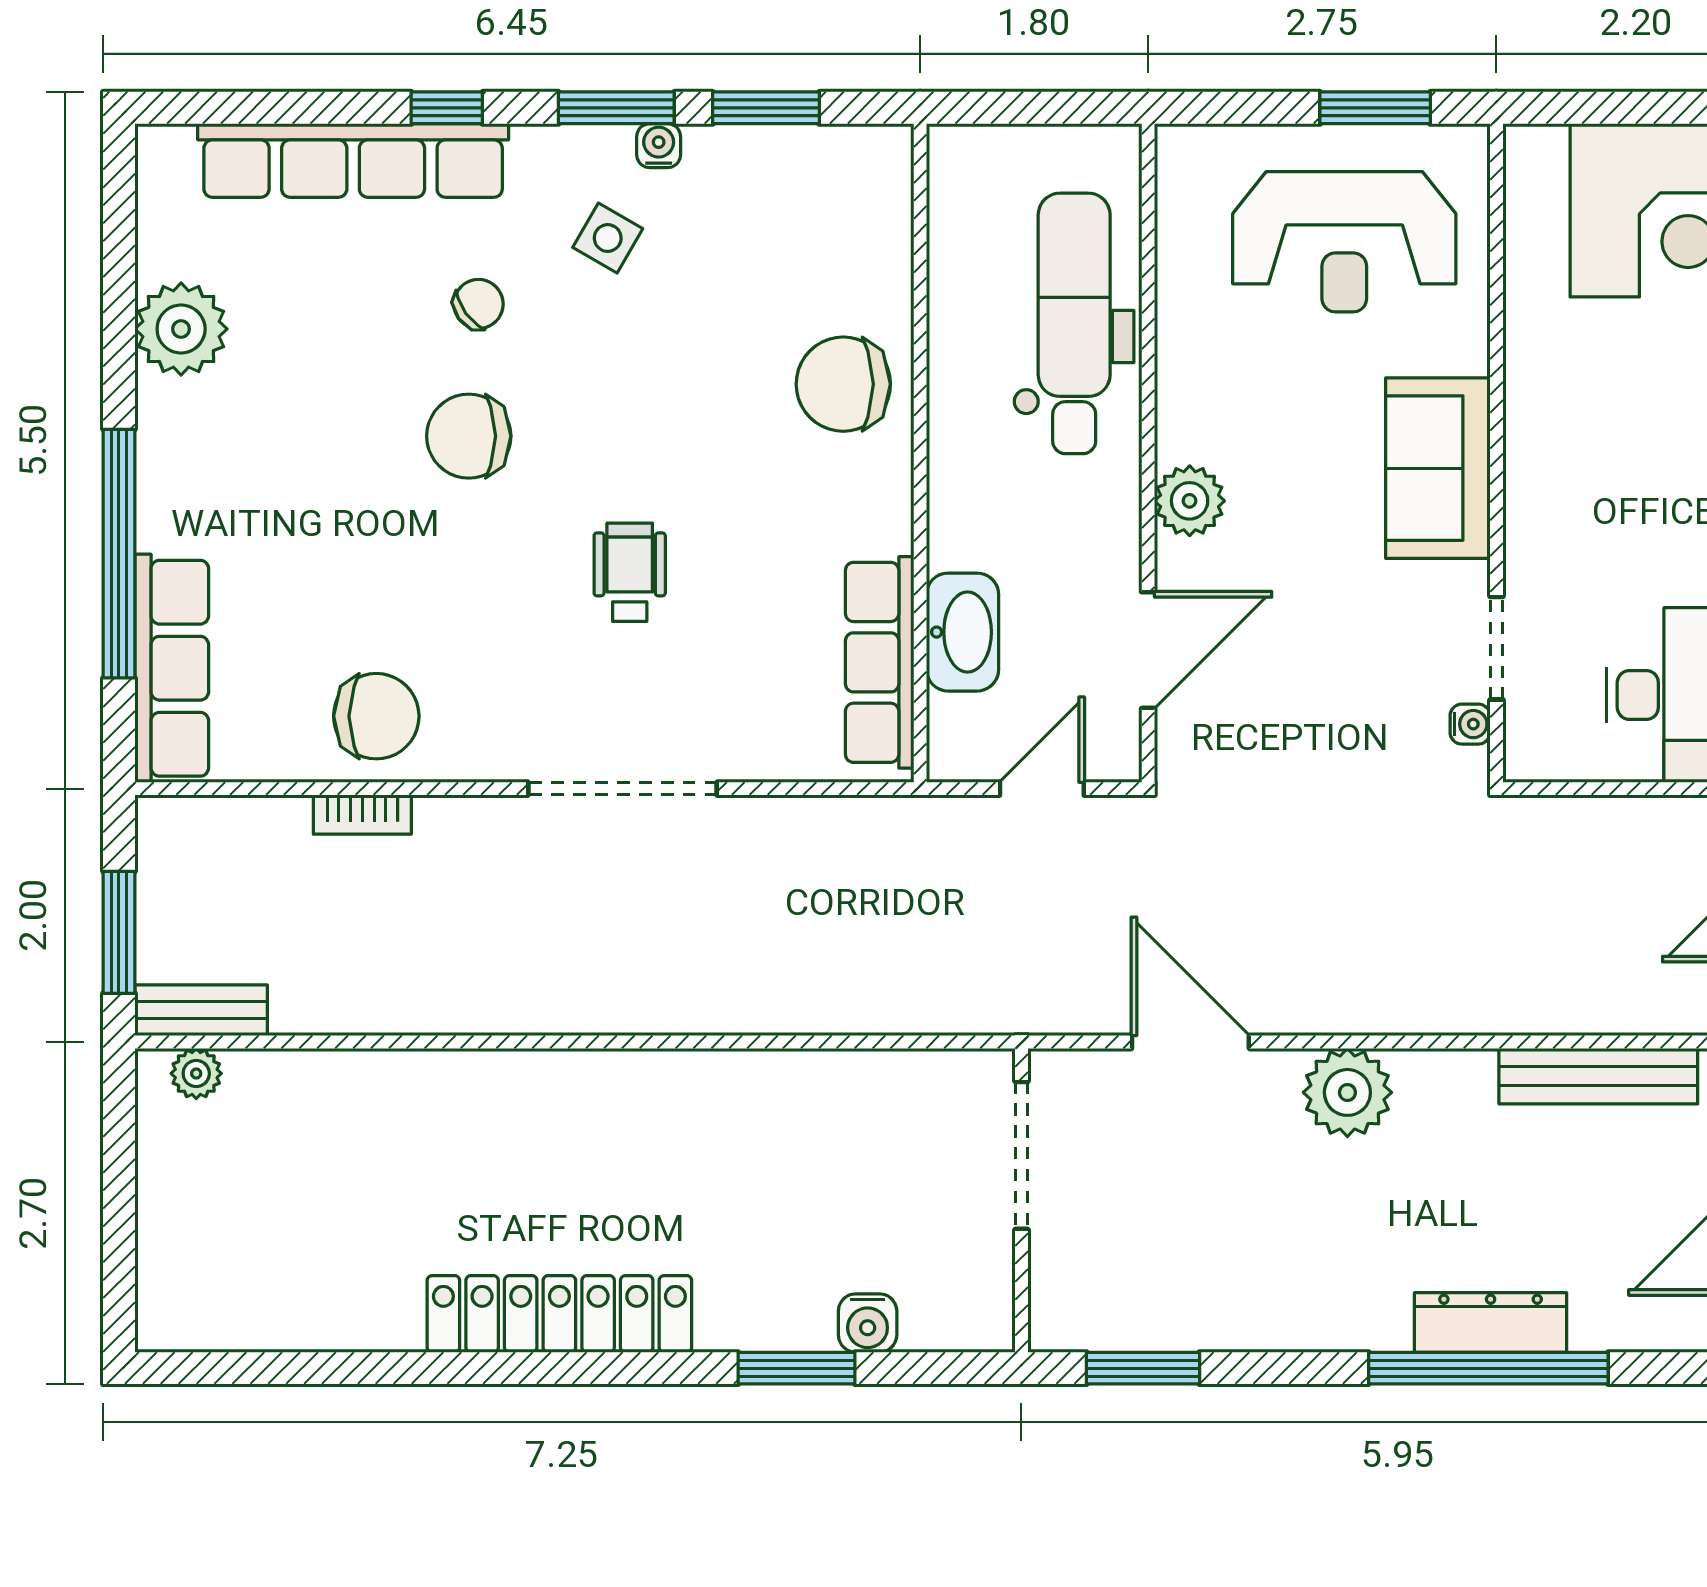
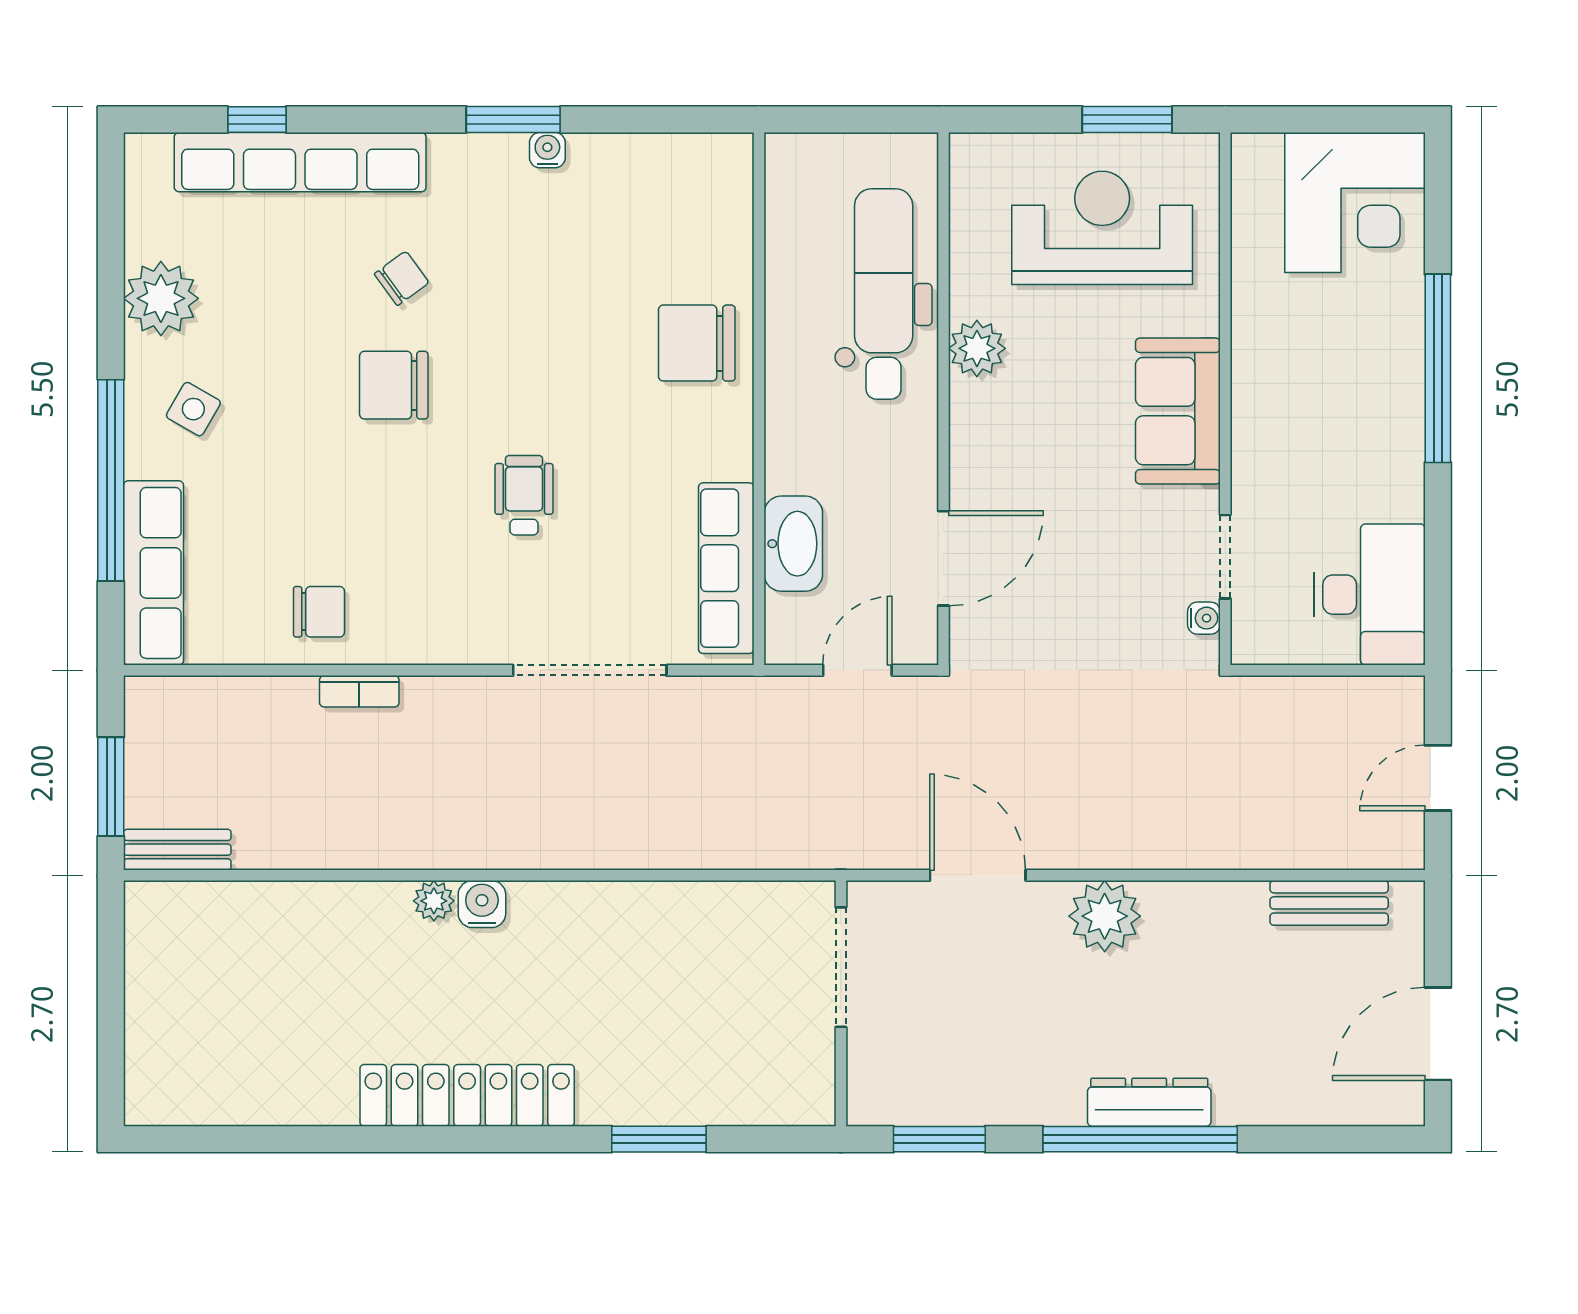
window: (447, 108) -> (257, 119), moved
window: (766, 108) -> (634, 119), removed
side table: (608, 238) -> (193, 409), moved
reception desk: (1344, 242) -> (1102, 228), turned 180
plant: (1190, 501) -> (977, 348), moved
chair: (376, 716) -> (319, 612), width x0.73, depth x0.73
doorway: (622, 789) -> (590, 670), moved
bookcase: (362, 815) -> (359, 691), moved
plant: (196, 1073) -> (434, 901), moved
bench: (1598, 1076) -> (1329, 903), width x0.73
dresser: (1491, 1322) -> (1149, 1102), moved
water cooler: (868, 1323) -> (482, 904), moved, turned 180
window: (1488, 1368) -> (1140, 1139), moved

